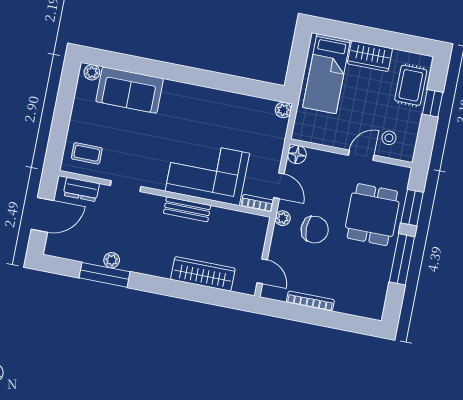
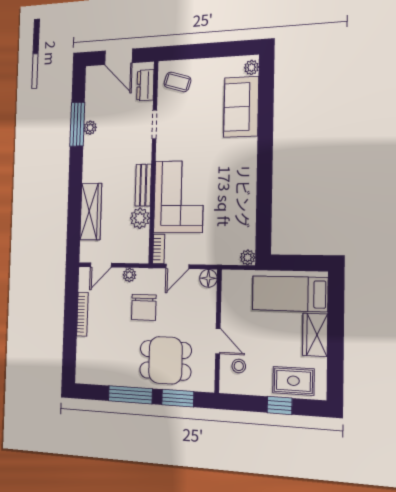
coffee table: (87, 153) -> (177, 82), turned -73
plant: (283, 218) -> (129, 275), moved
plant: (221, 219) -> (140, 218), added

